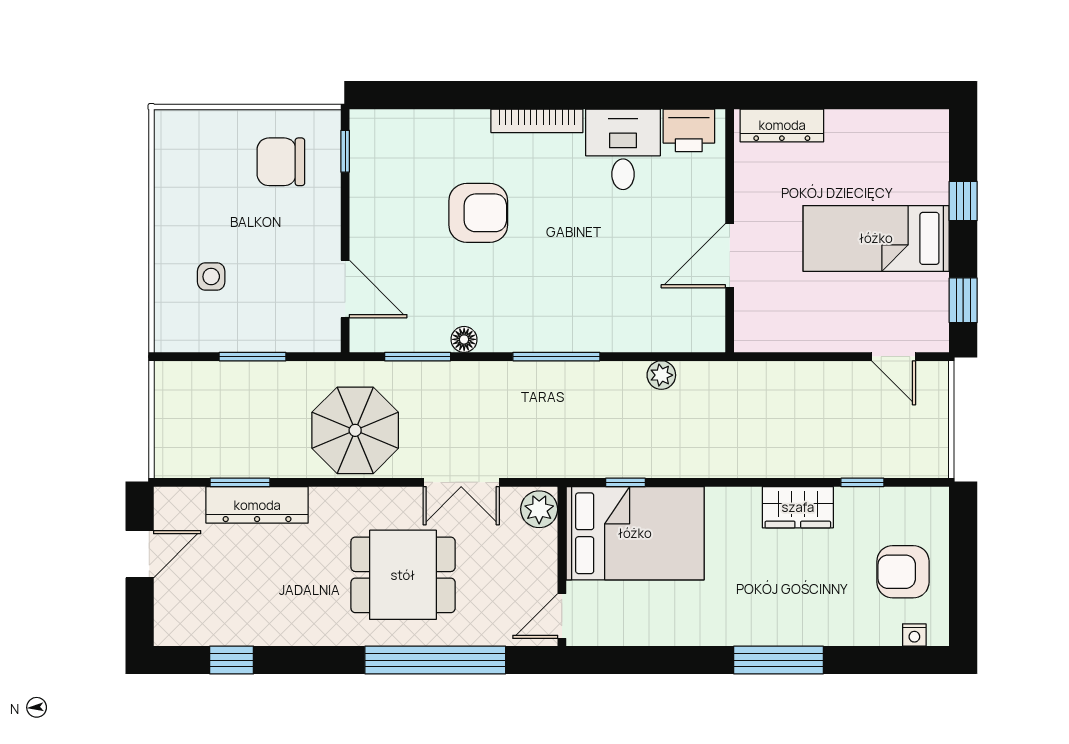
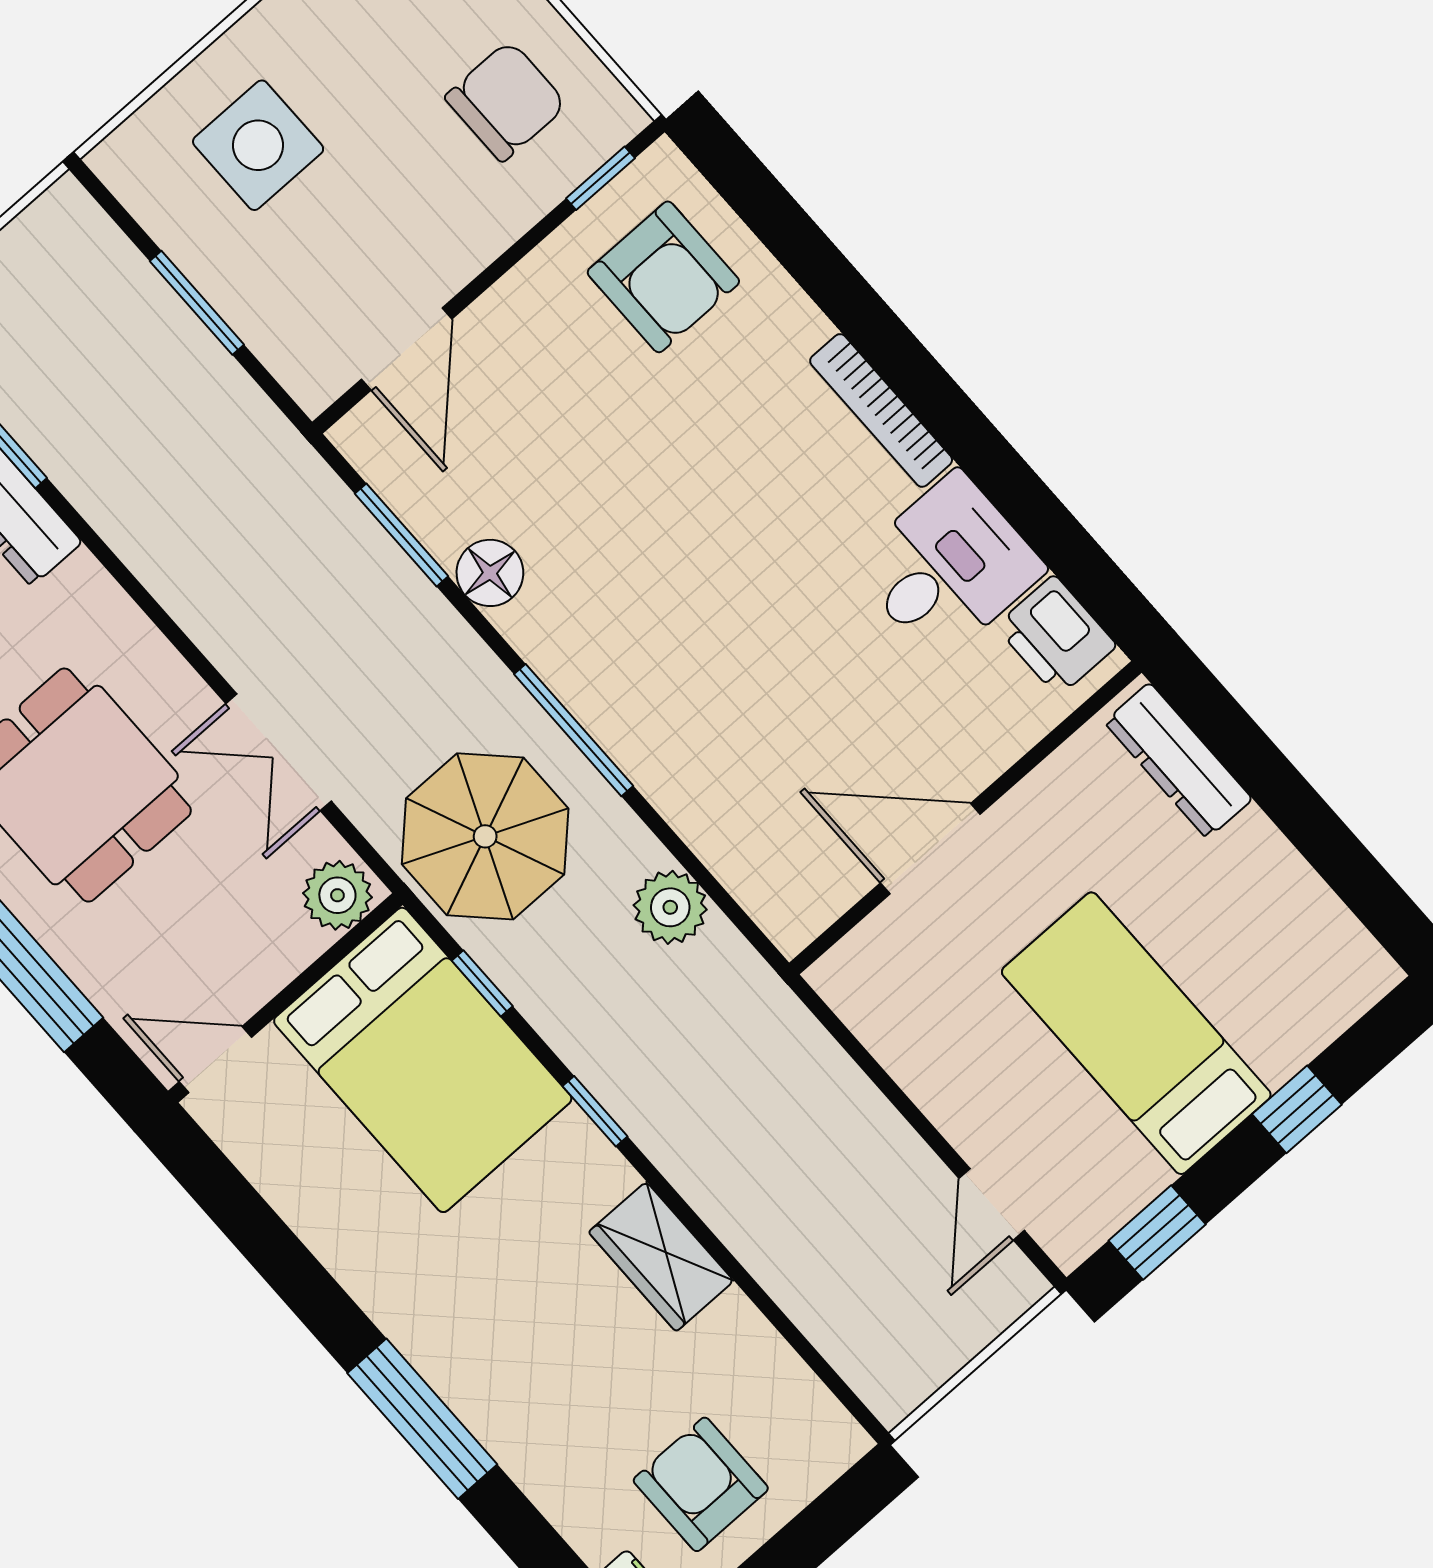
chair: (281, 162) -> (506, 101), turned 90
armchair: (478, 213) -> (663, 277), moved
side table: (211, 277) -> (258, 145), width x1.87, depth x1.87
floor lamp: (464, 339) -> (490, 573), width x1.37, depth x1.37
plant: (661, 375) -> (670, 907), width x1.38, depth x1.38
parasol: (355, 430) -> (485, 836), moved
window: (862, 482) -> (595, 1111), moved

